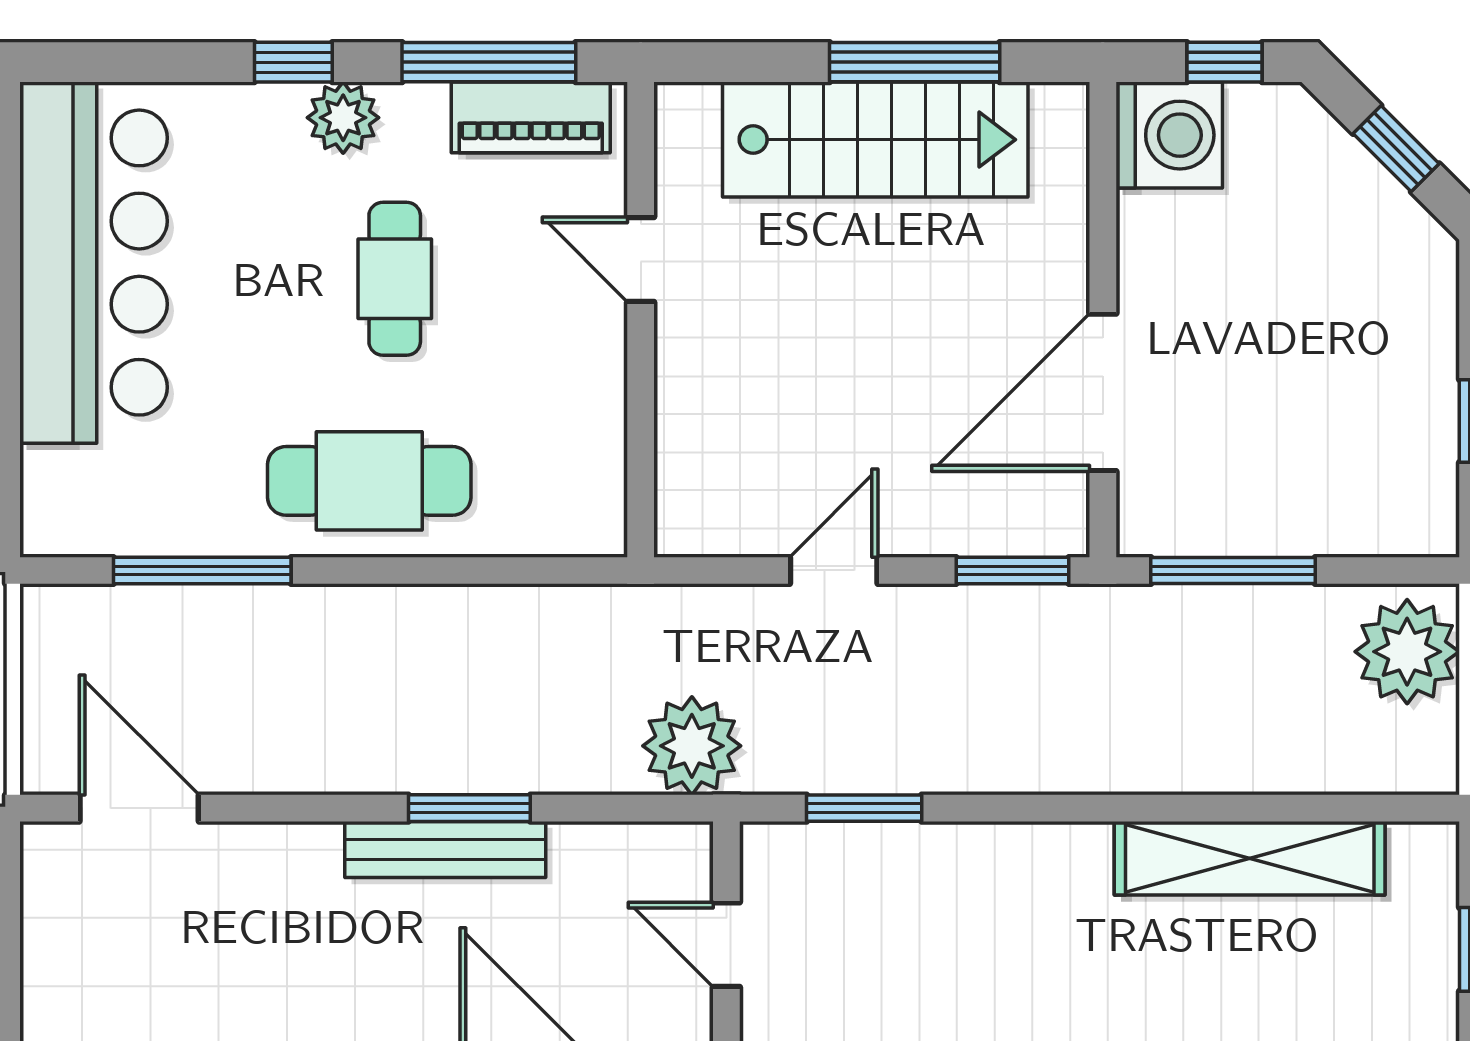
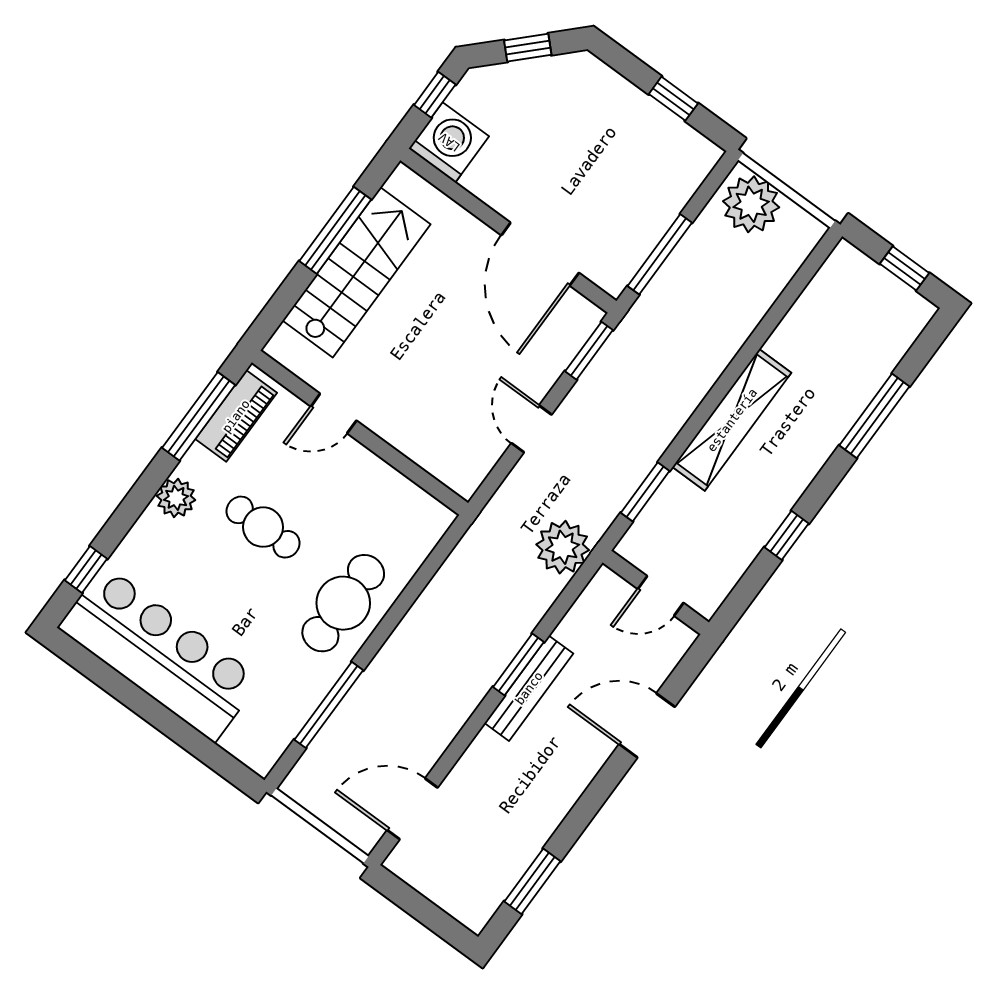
window: (293, 62) -> (86, 569), moved
shelving: (1250, 858) -> (732, 420), moved

